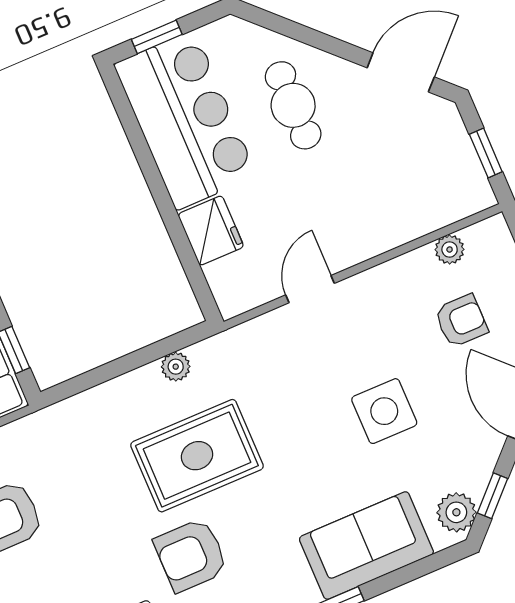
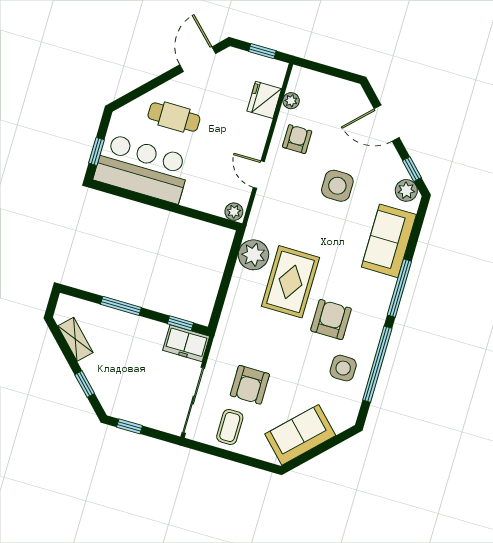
fridge: (211, 230) -> (264, 100), moved, turned -90
plant: (230, 297) -> (234, 212), added
armchair: (461, 321) -> (297, 139), moved
plant: (176, 367) -> (253, 255), width x1.88, depth x1.88
armchair: (191, 555) -> (331, 320), turned 180

